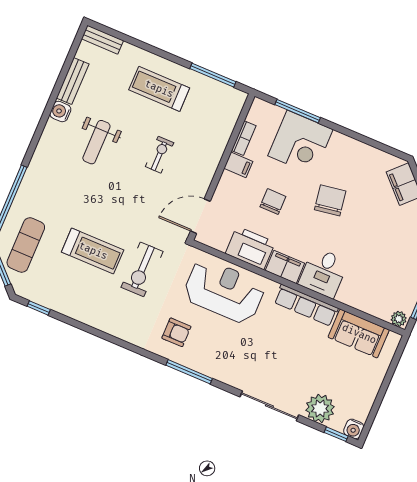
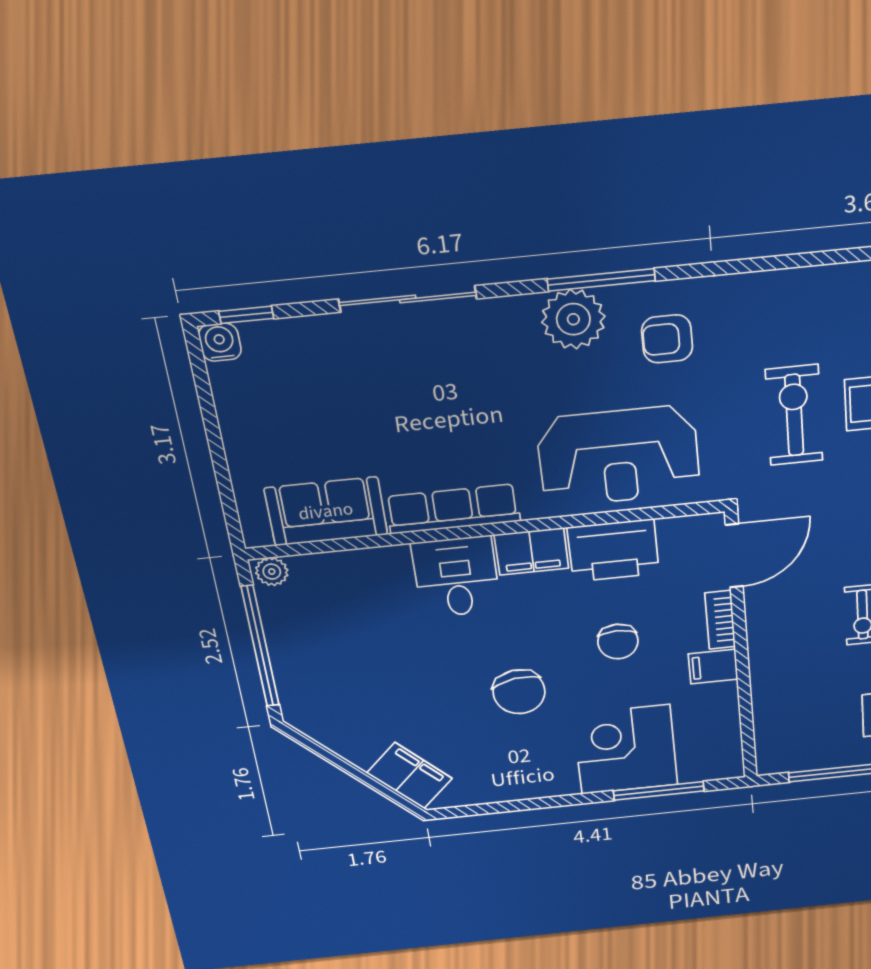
bookcase: (244, 138) -> (720, 620), moved
plant: (320, 408) -> (573, 319), moved

